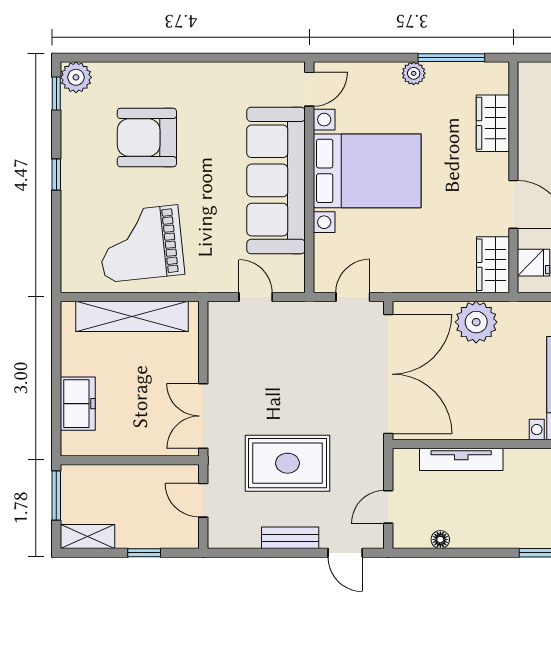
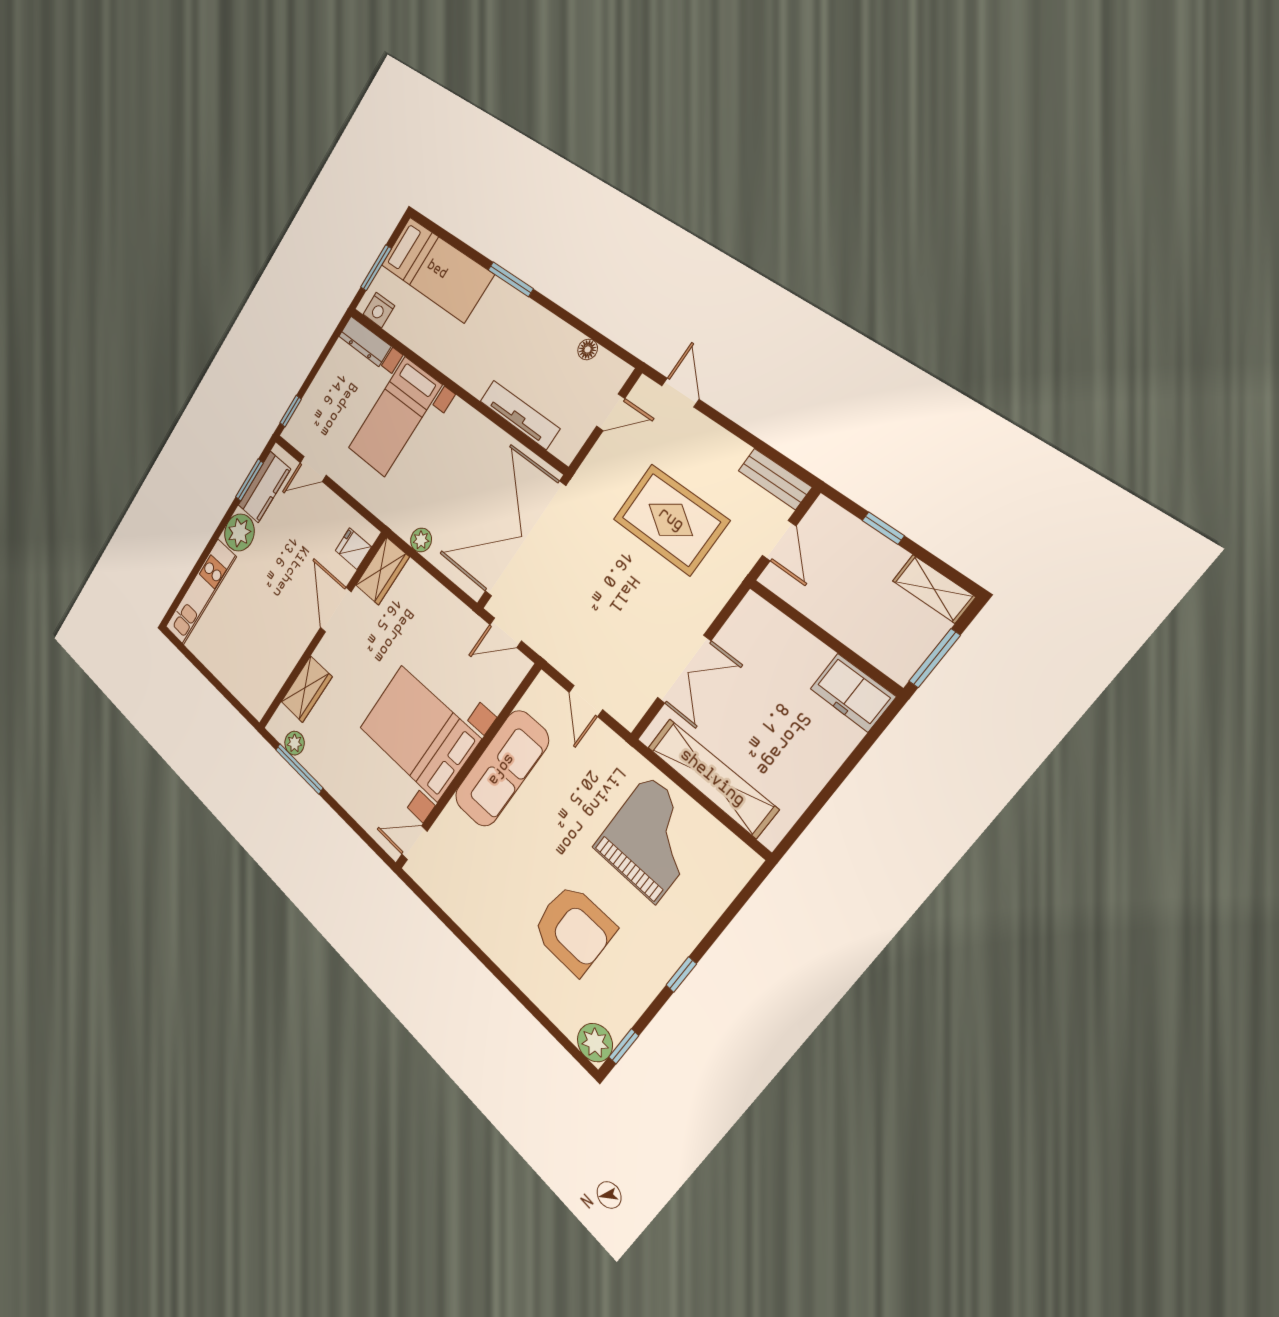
plant: (414, 73) -> (294, 743), moved
sofa: (276, 180) -> (501, 769), width x0.74, depth x0.79
grand piano: (141, 244) -> (651, 839), turned -84
plant: (476, 322) -> (421, 540), width x0.53, depth x0.53
freezer: (78, 404) -> (853, 693), moved, turned -90
double door: (203, 416) -> (684, 669), moved
bench: (290, 538) -> (775, 479), moved

